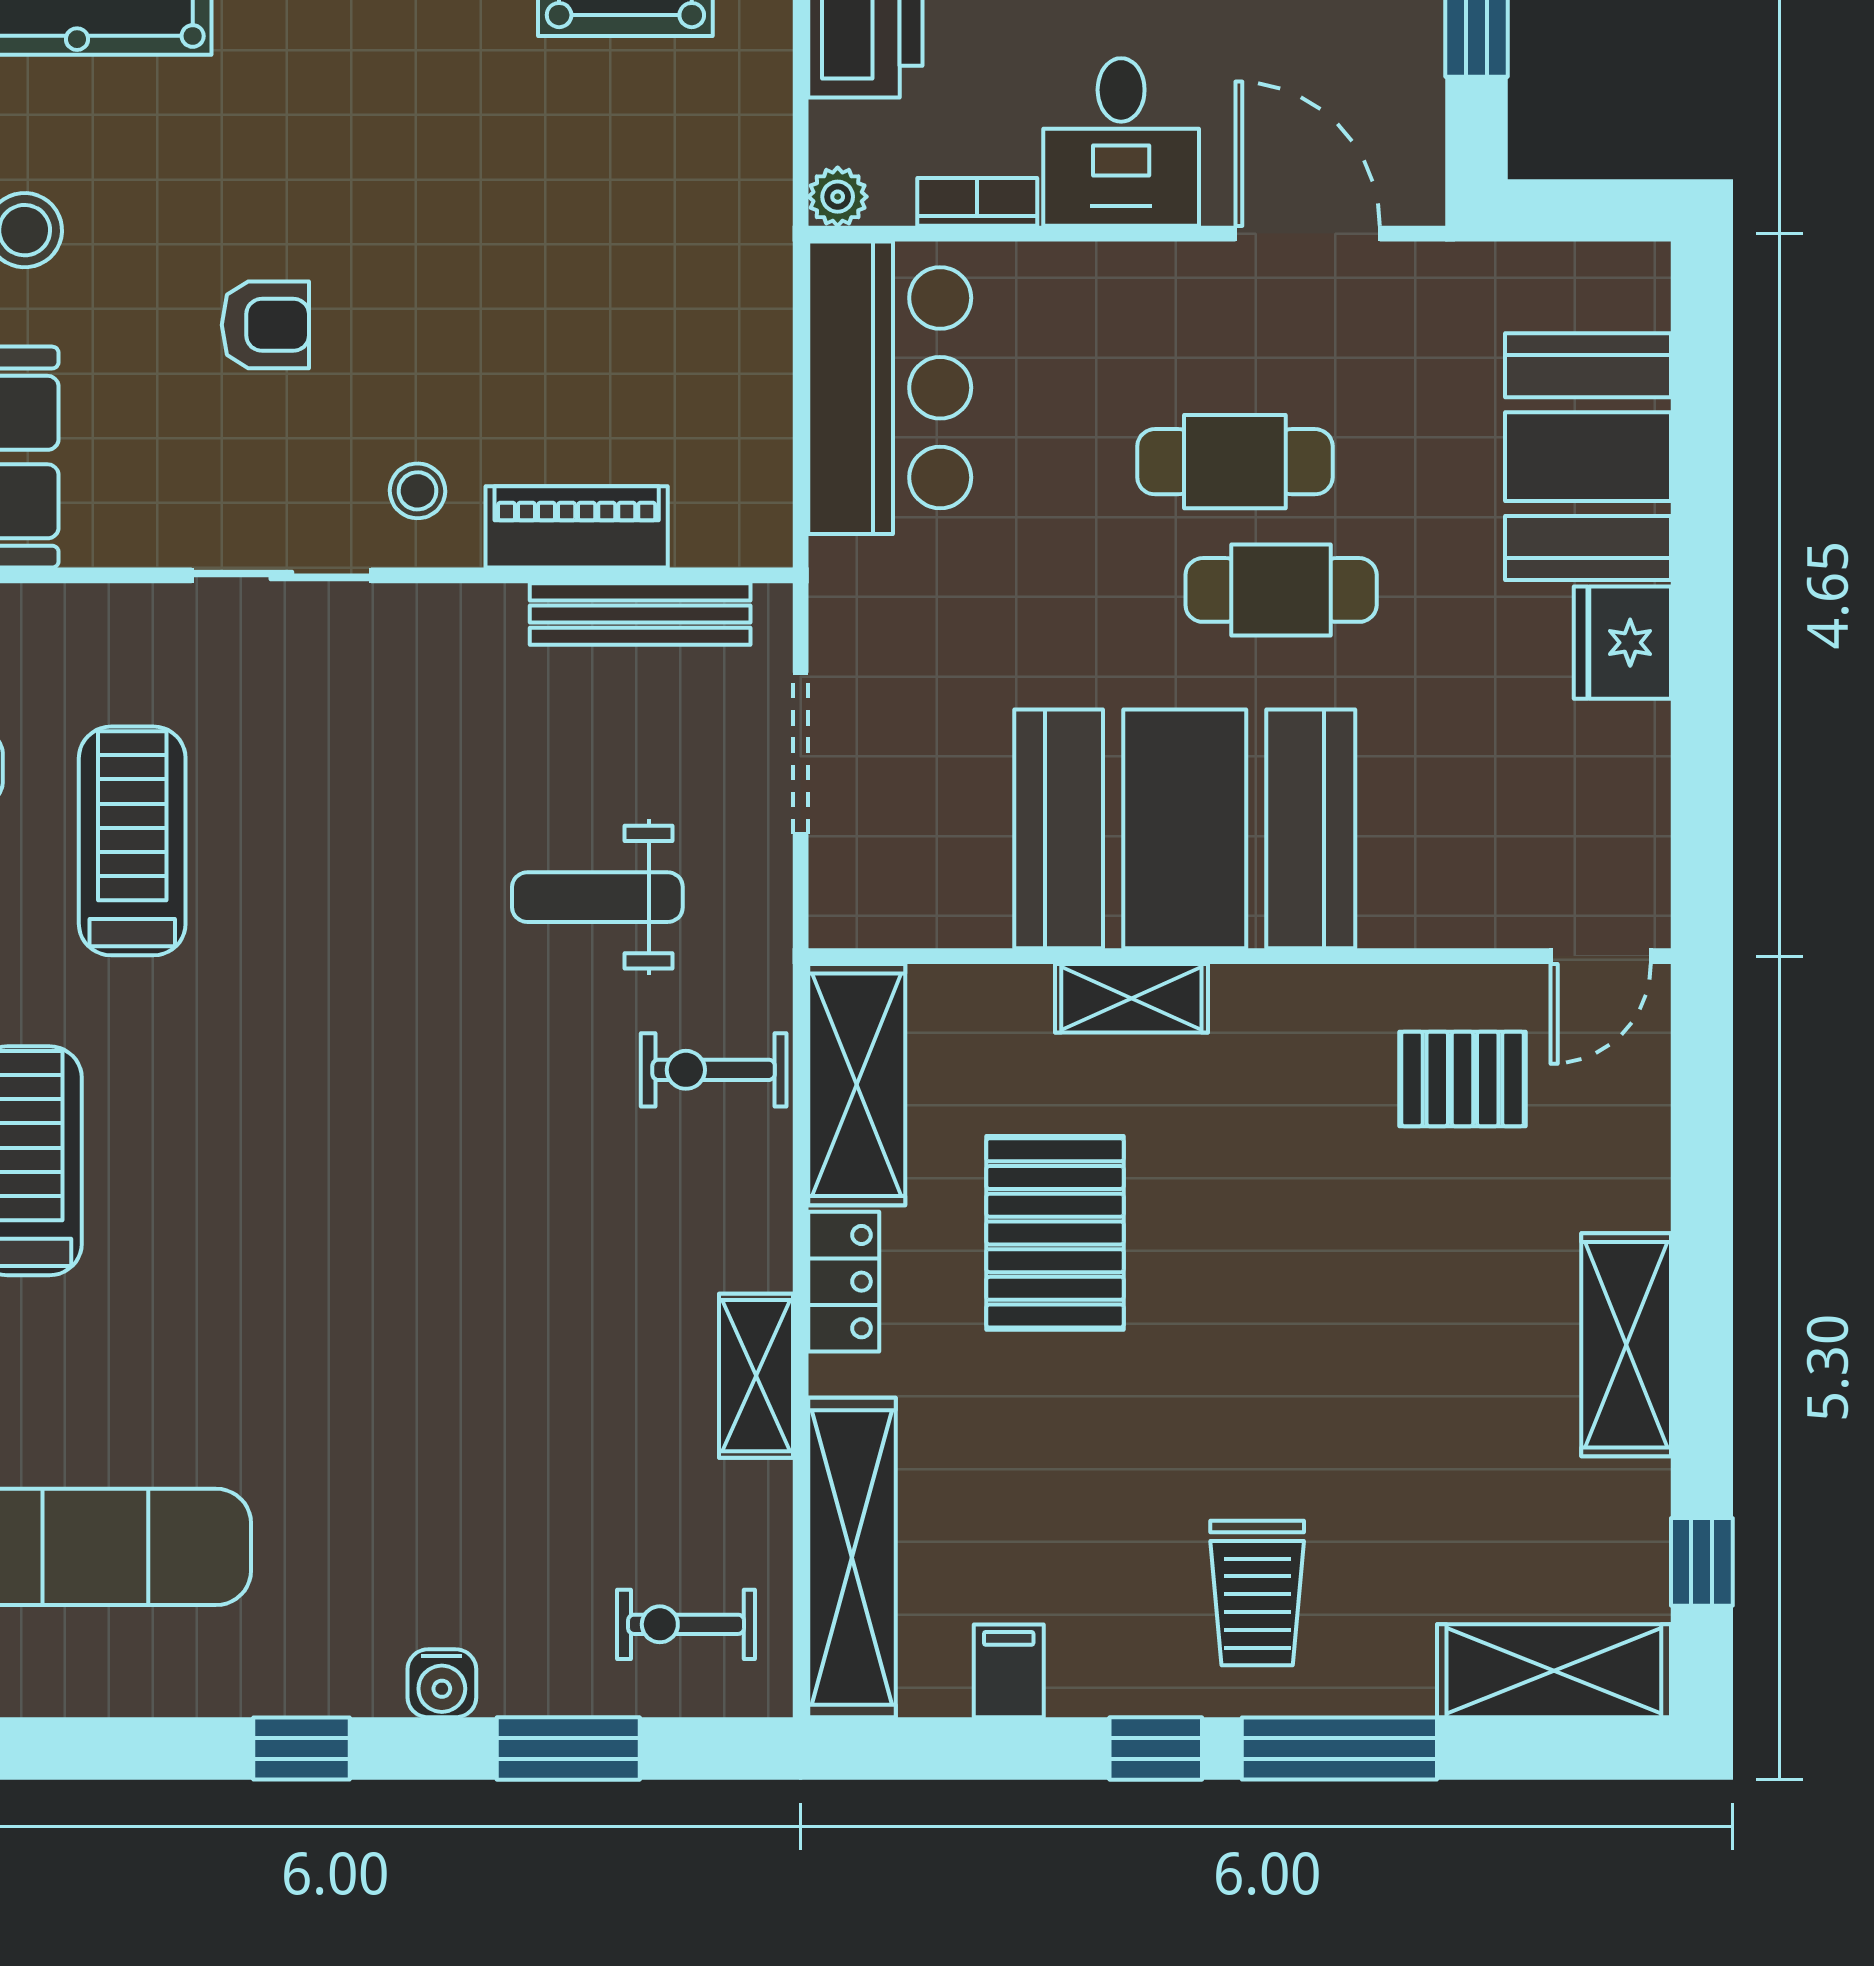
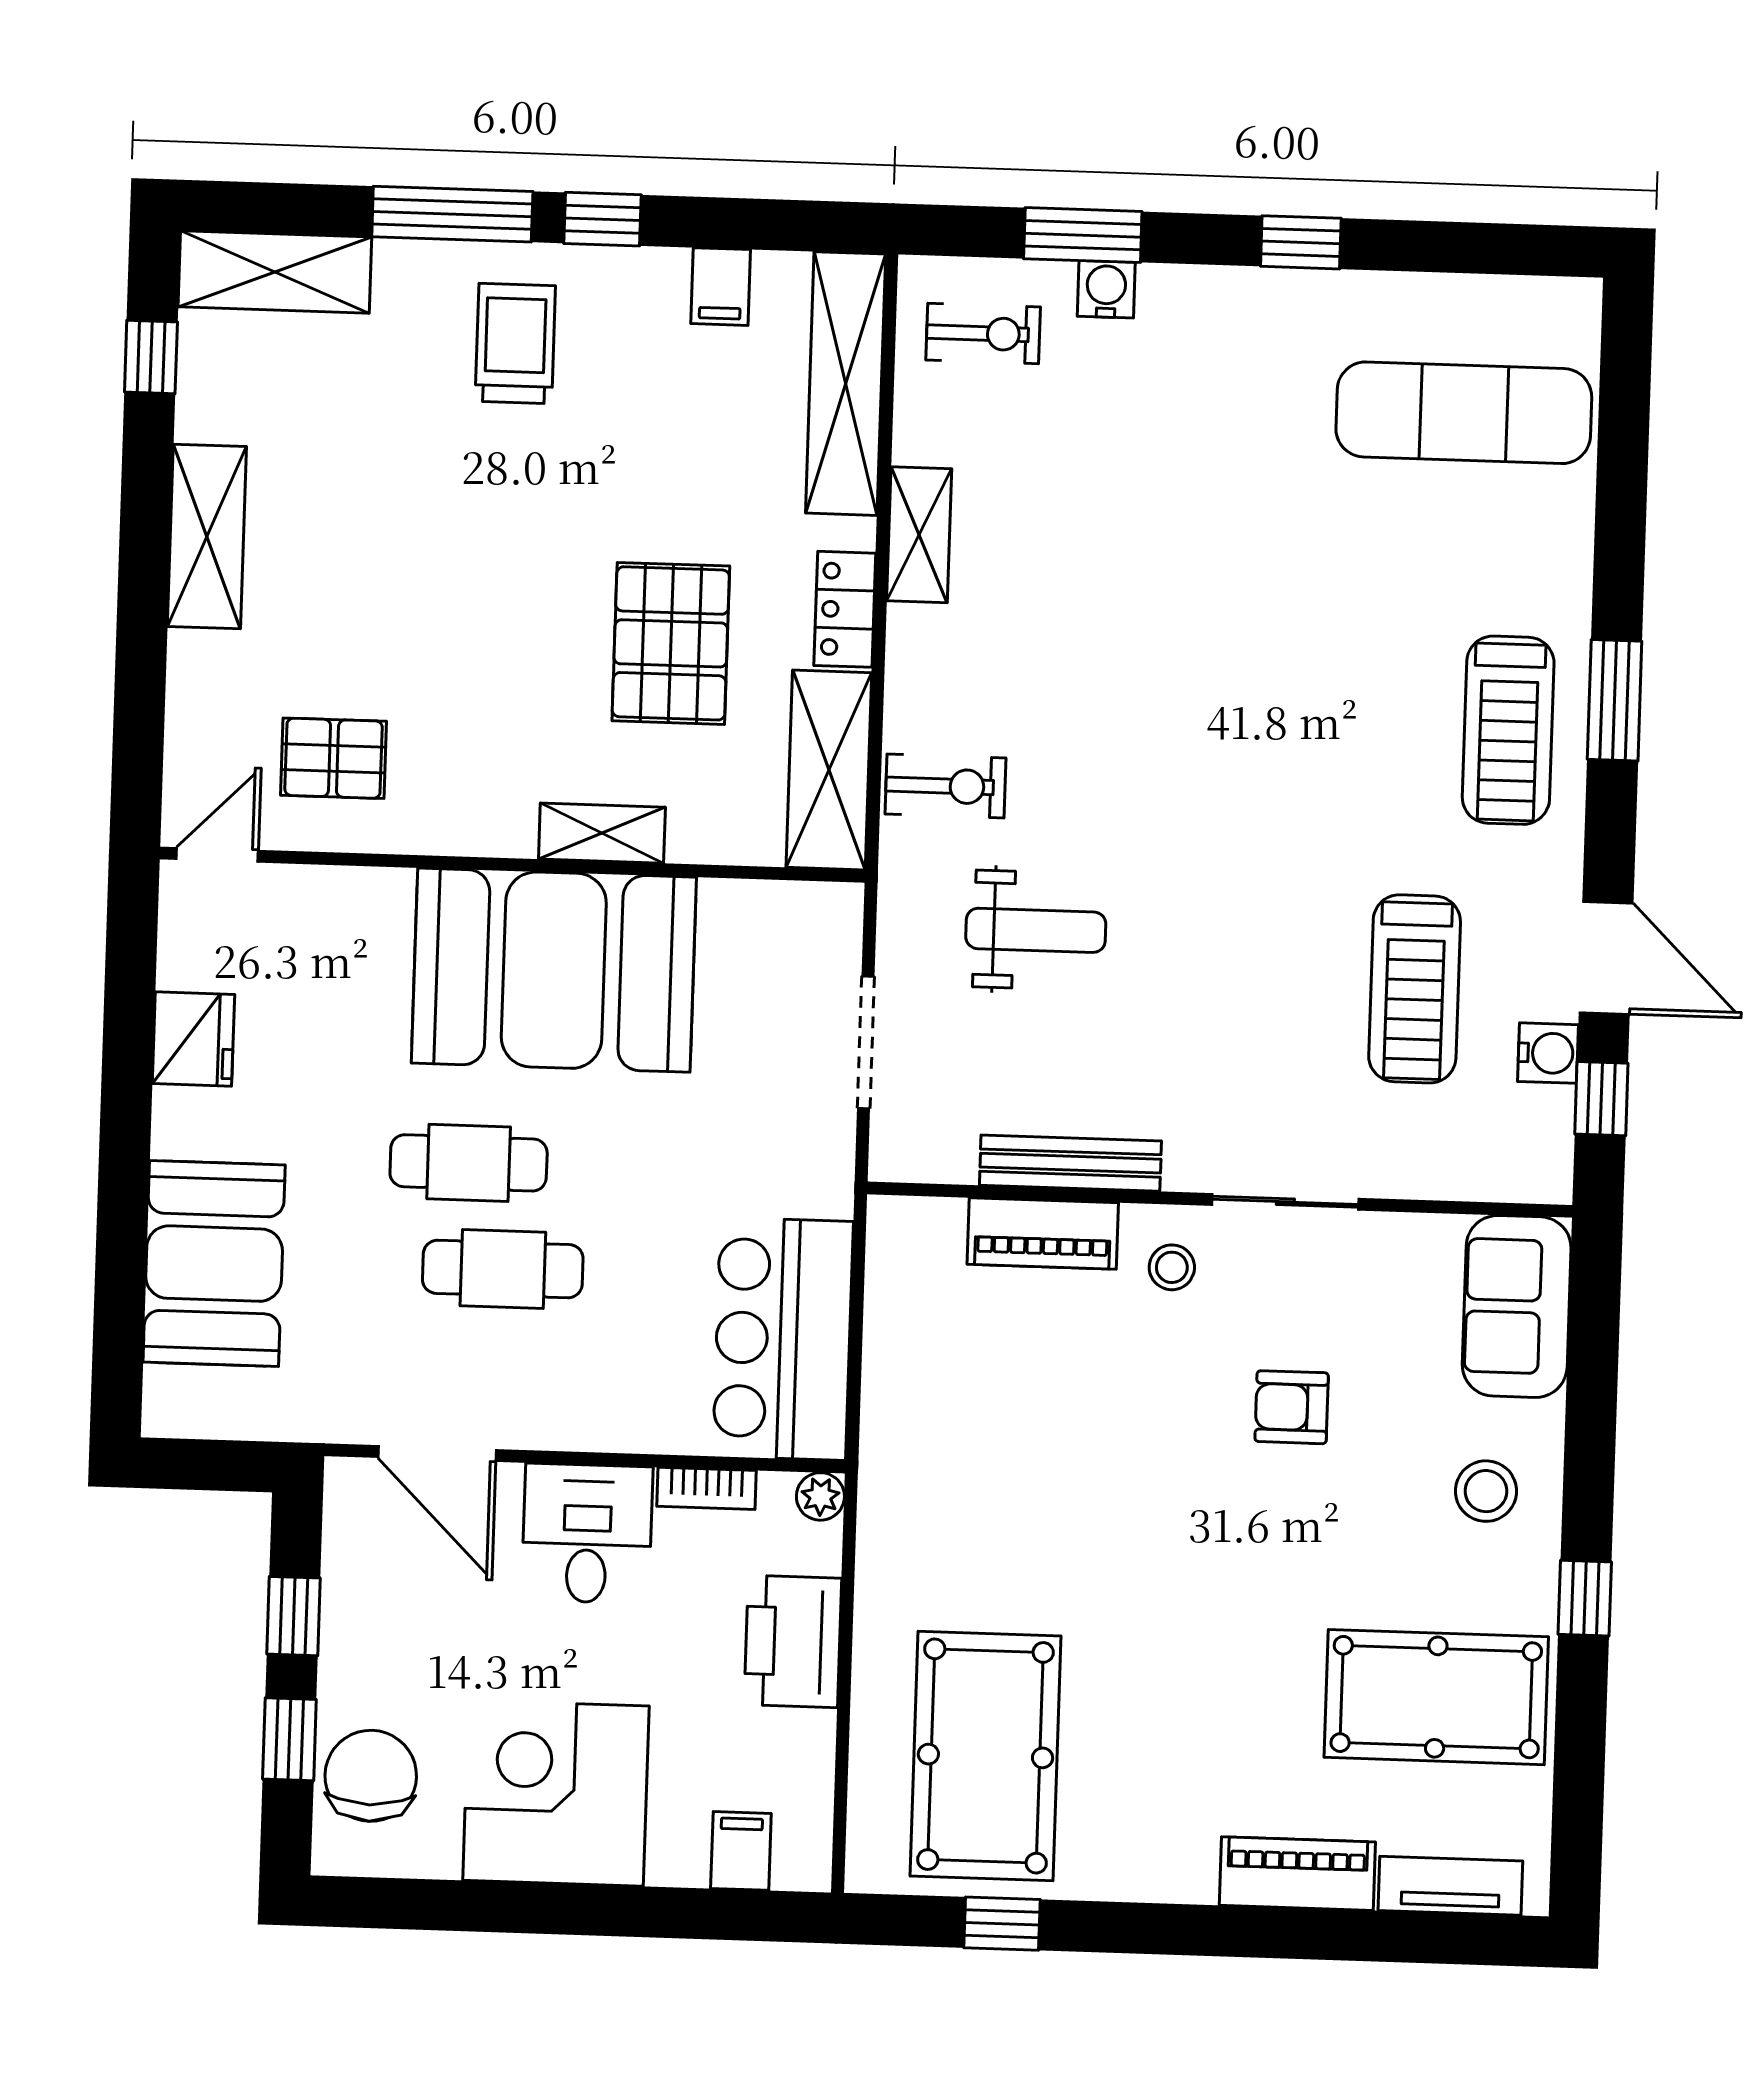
bench: (640, 614) -> (1070, 1163), moved
fridge: (1622, 643) -> (193, 1039), moved
water cooler: (442, 1683) -> (1106, 289), moved

